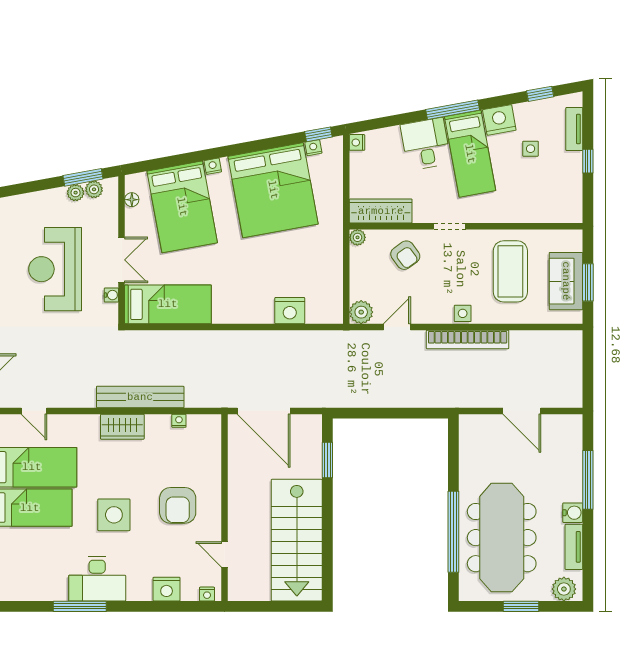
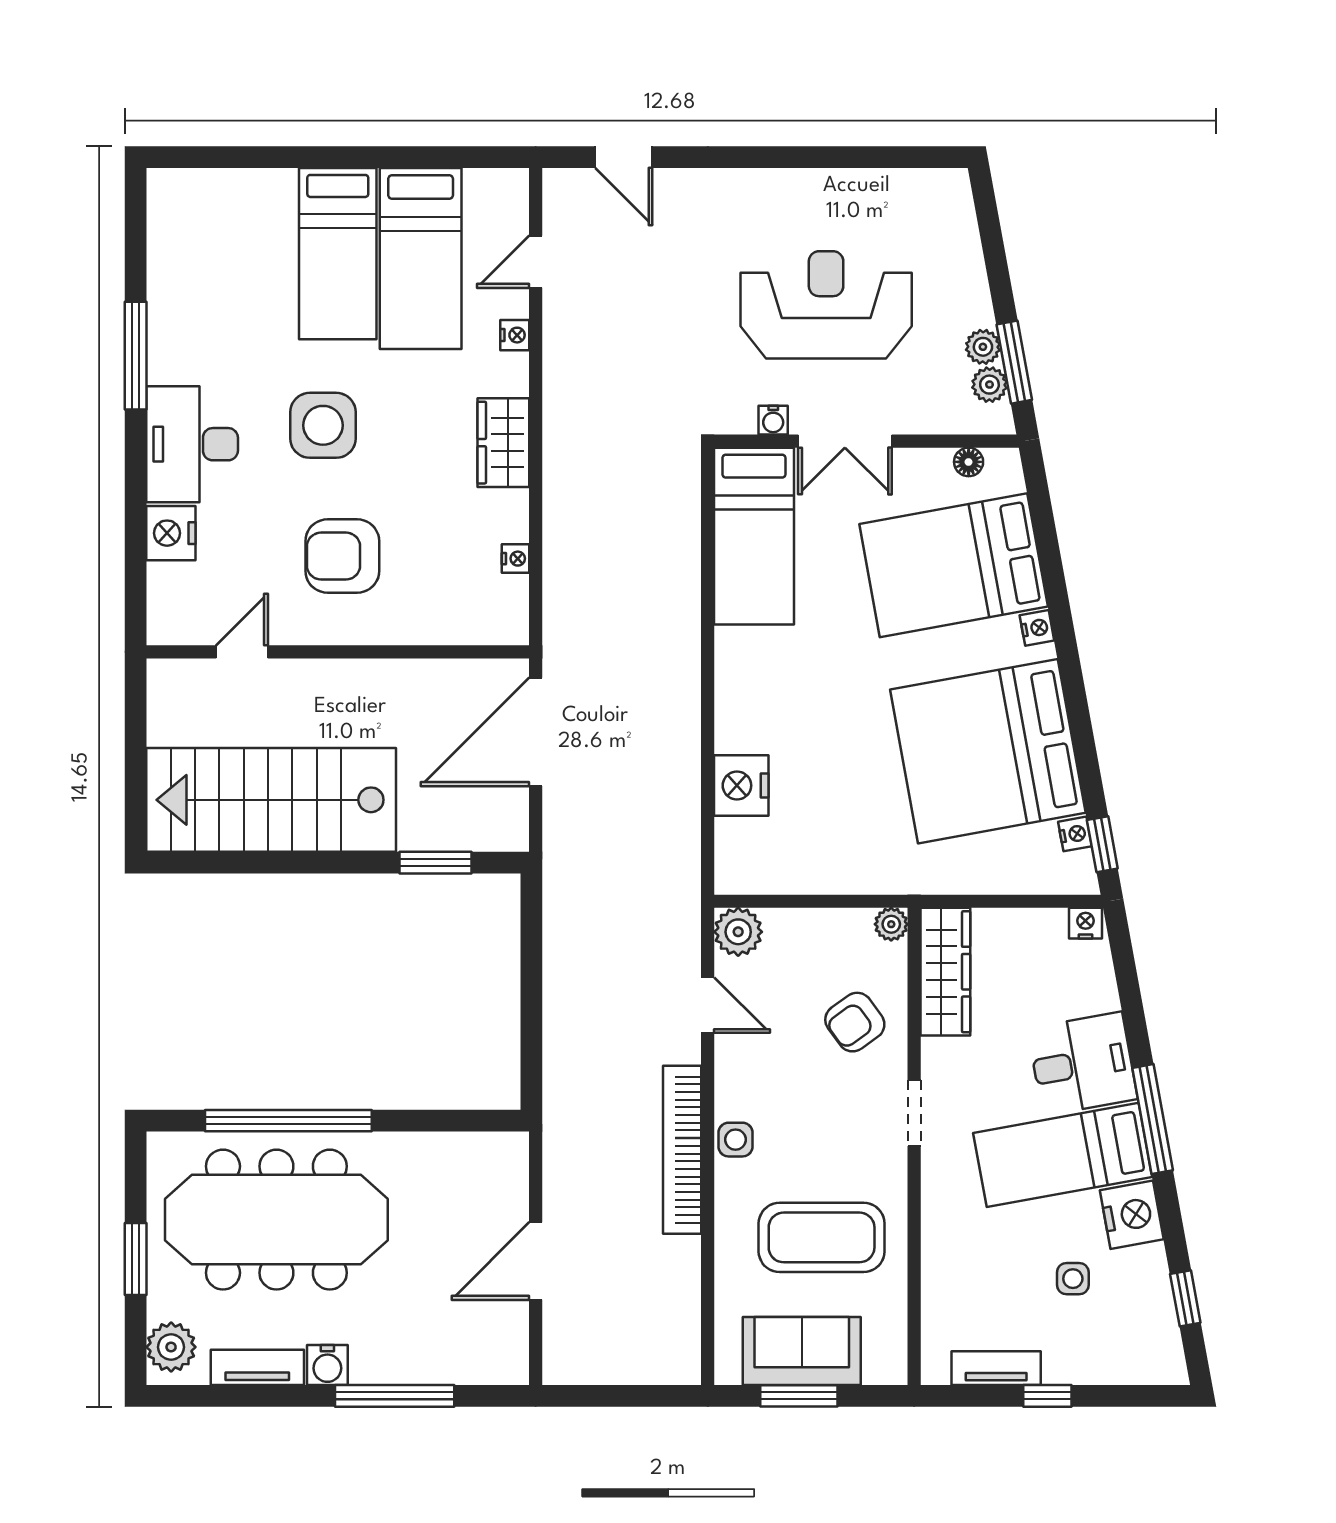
tv unit: (574, 129) -> (996, 1368), moved
bench: (140, 397) -> (564, 479), removed
desk: (97, 579) -> (192, 444), moved
nightstand: (207, 594) -> (515, 335), moved, turned 180

